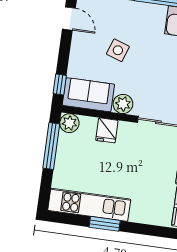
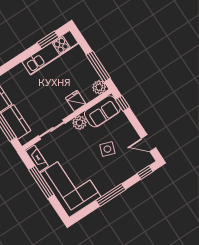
window: (105, 224) -> (48, 40), moved

